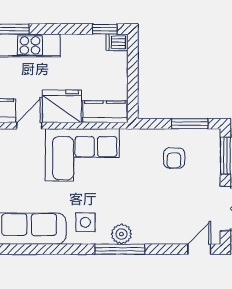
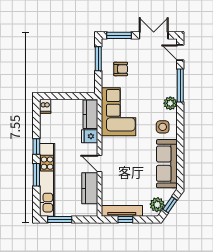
window: (105, 29) -> (36, 147), moved
fridge: (62, 106) -> (90, 136), width x0.53, depth x0.75
corner sofa: (82, 155) -> (119, 112), moved
window: (120, 249) -> (180, 86), moved

